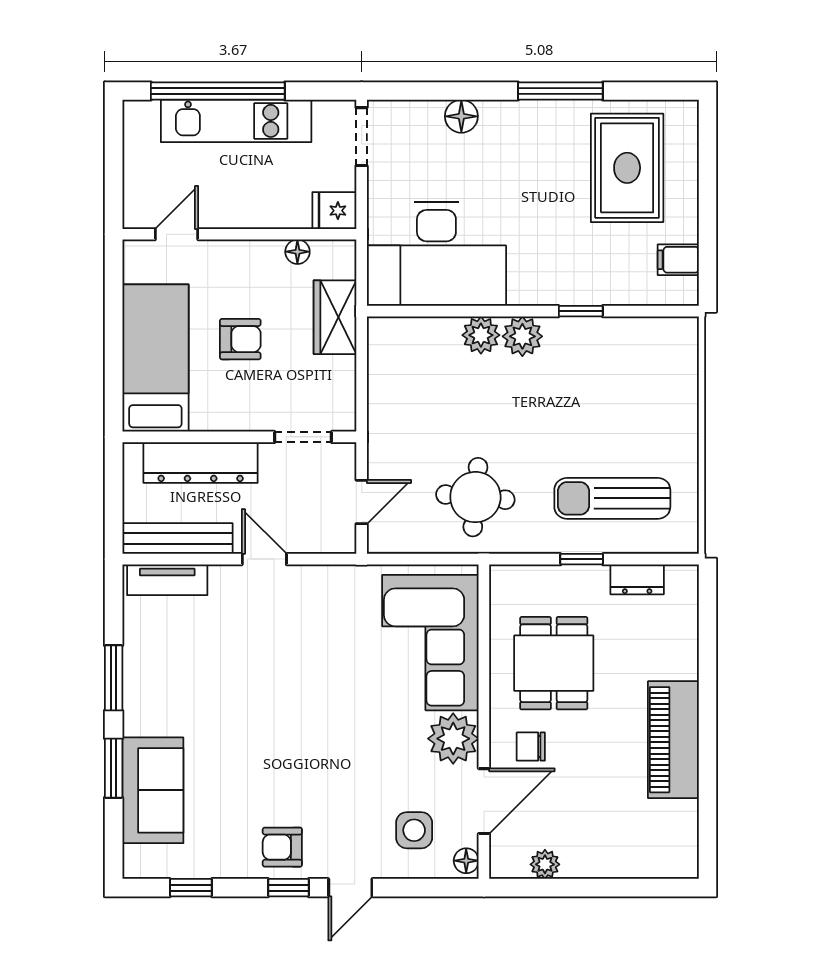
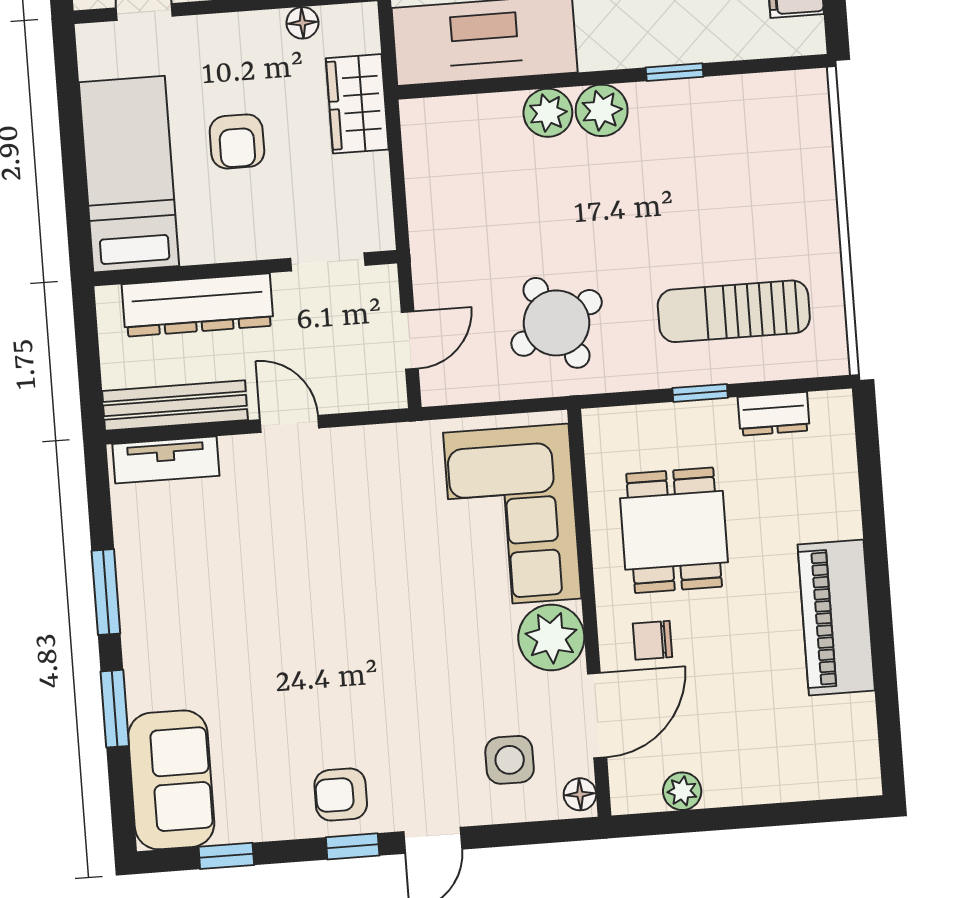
armchair: (240, 339) -> (237, 141), turned 90
round table: (475, 497) -> (557, 323), turned -33
sofa: (153, 790) -> (171, 780), moved

